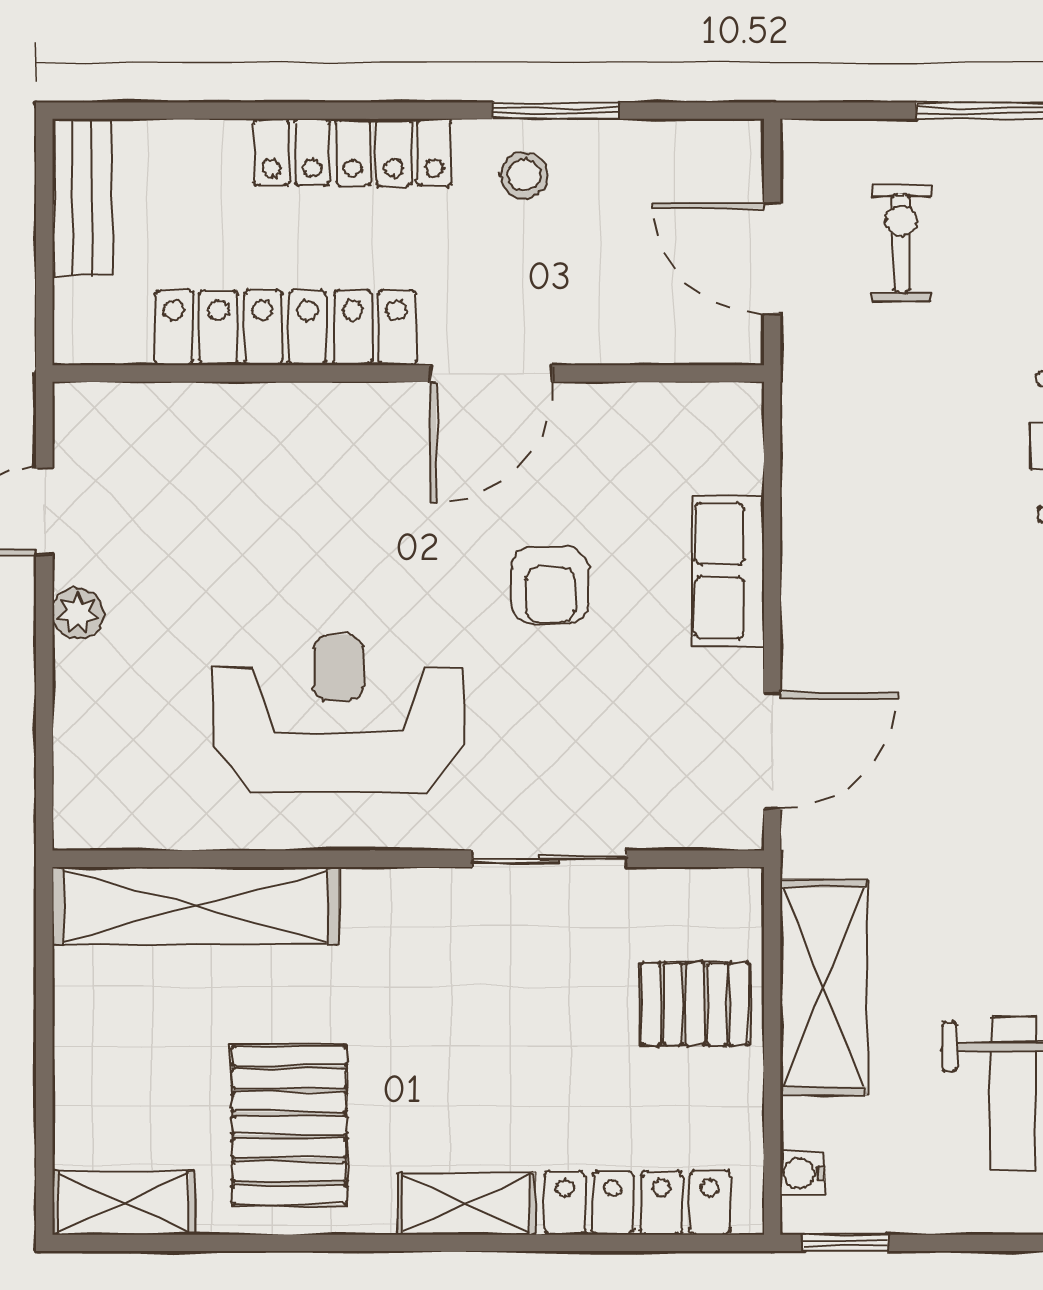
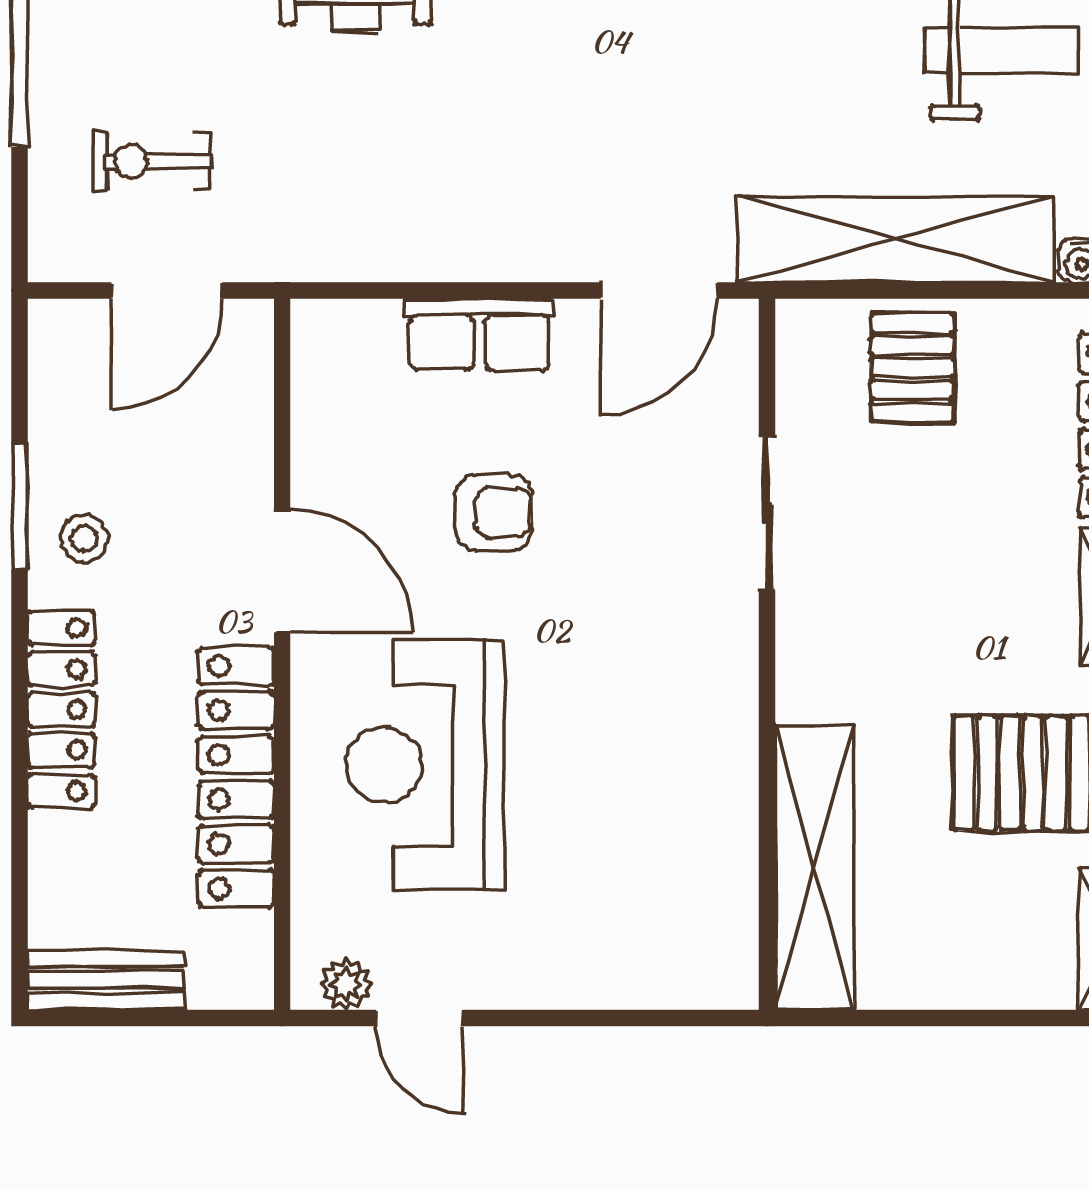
plant: (78, 613) -> (346, 984), moved
reception desk: (338, 713) -> (425, 765), moved
door: (772, 751) -> (659, 291), swing flipped
shelving: (823, 987) -> (895, 239), width x1.47

